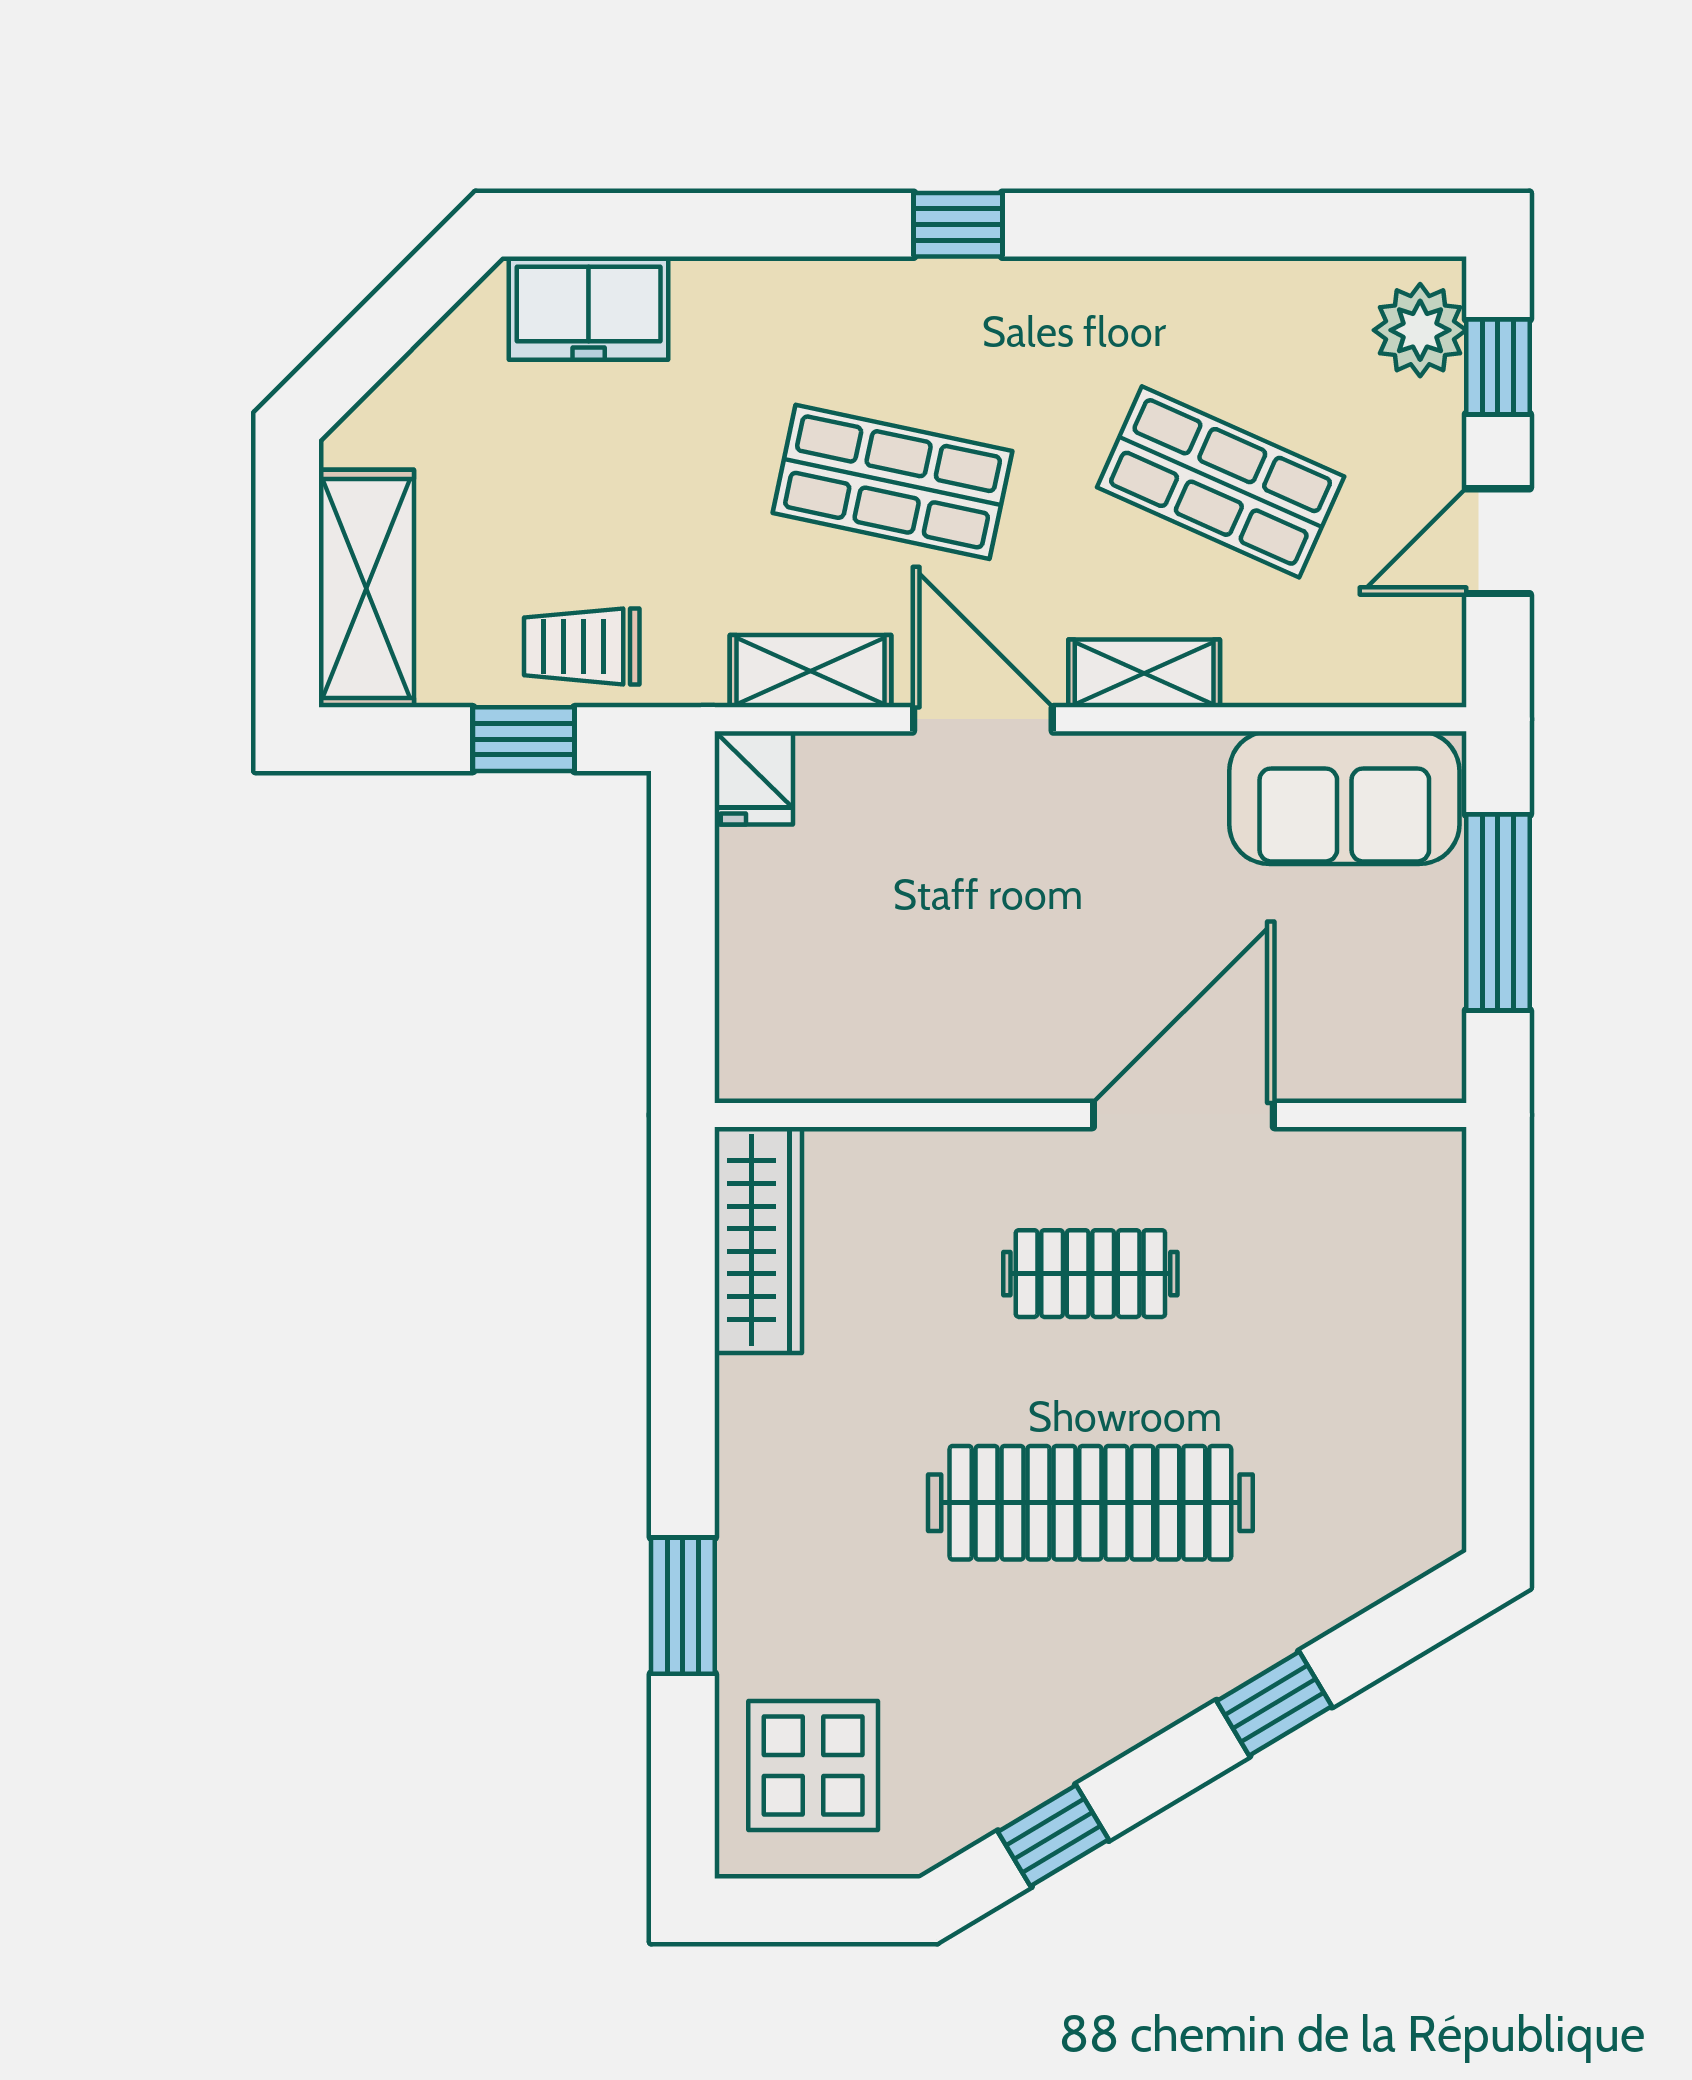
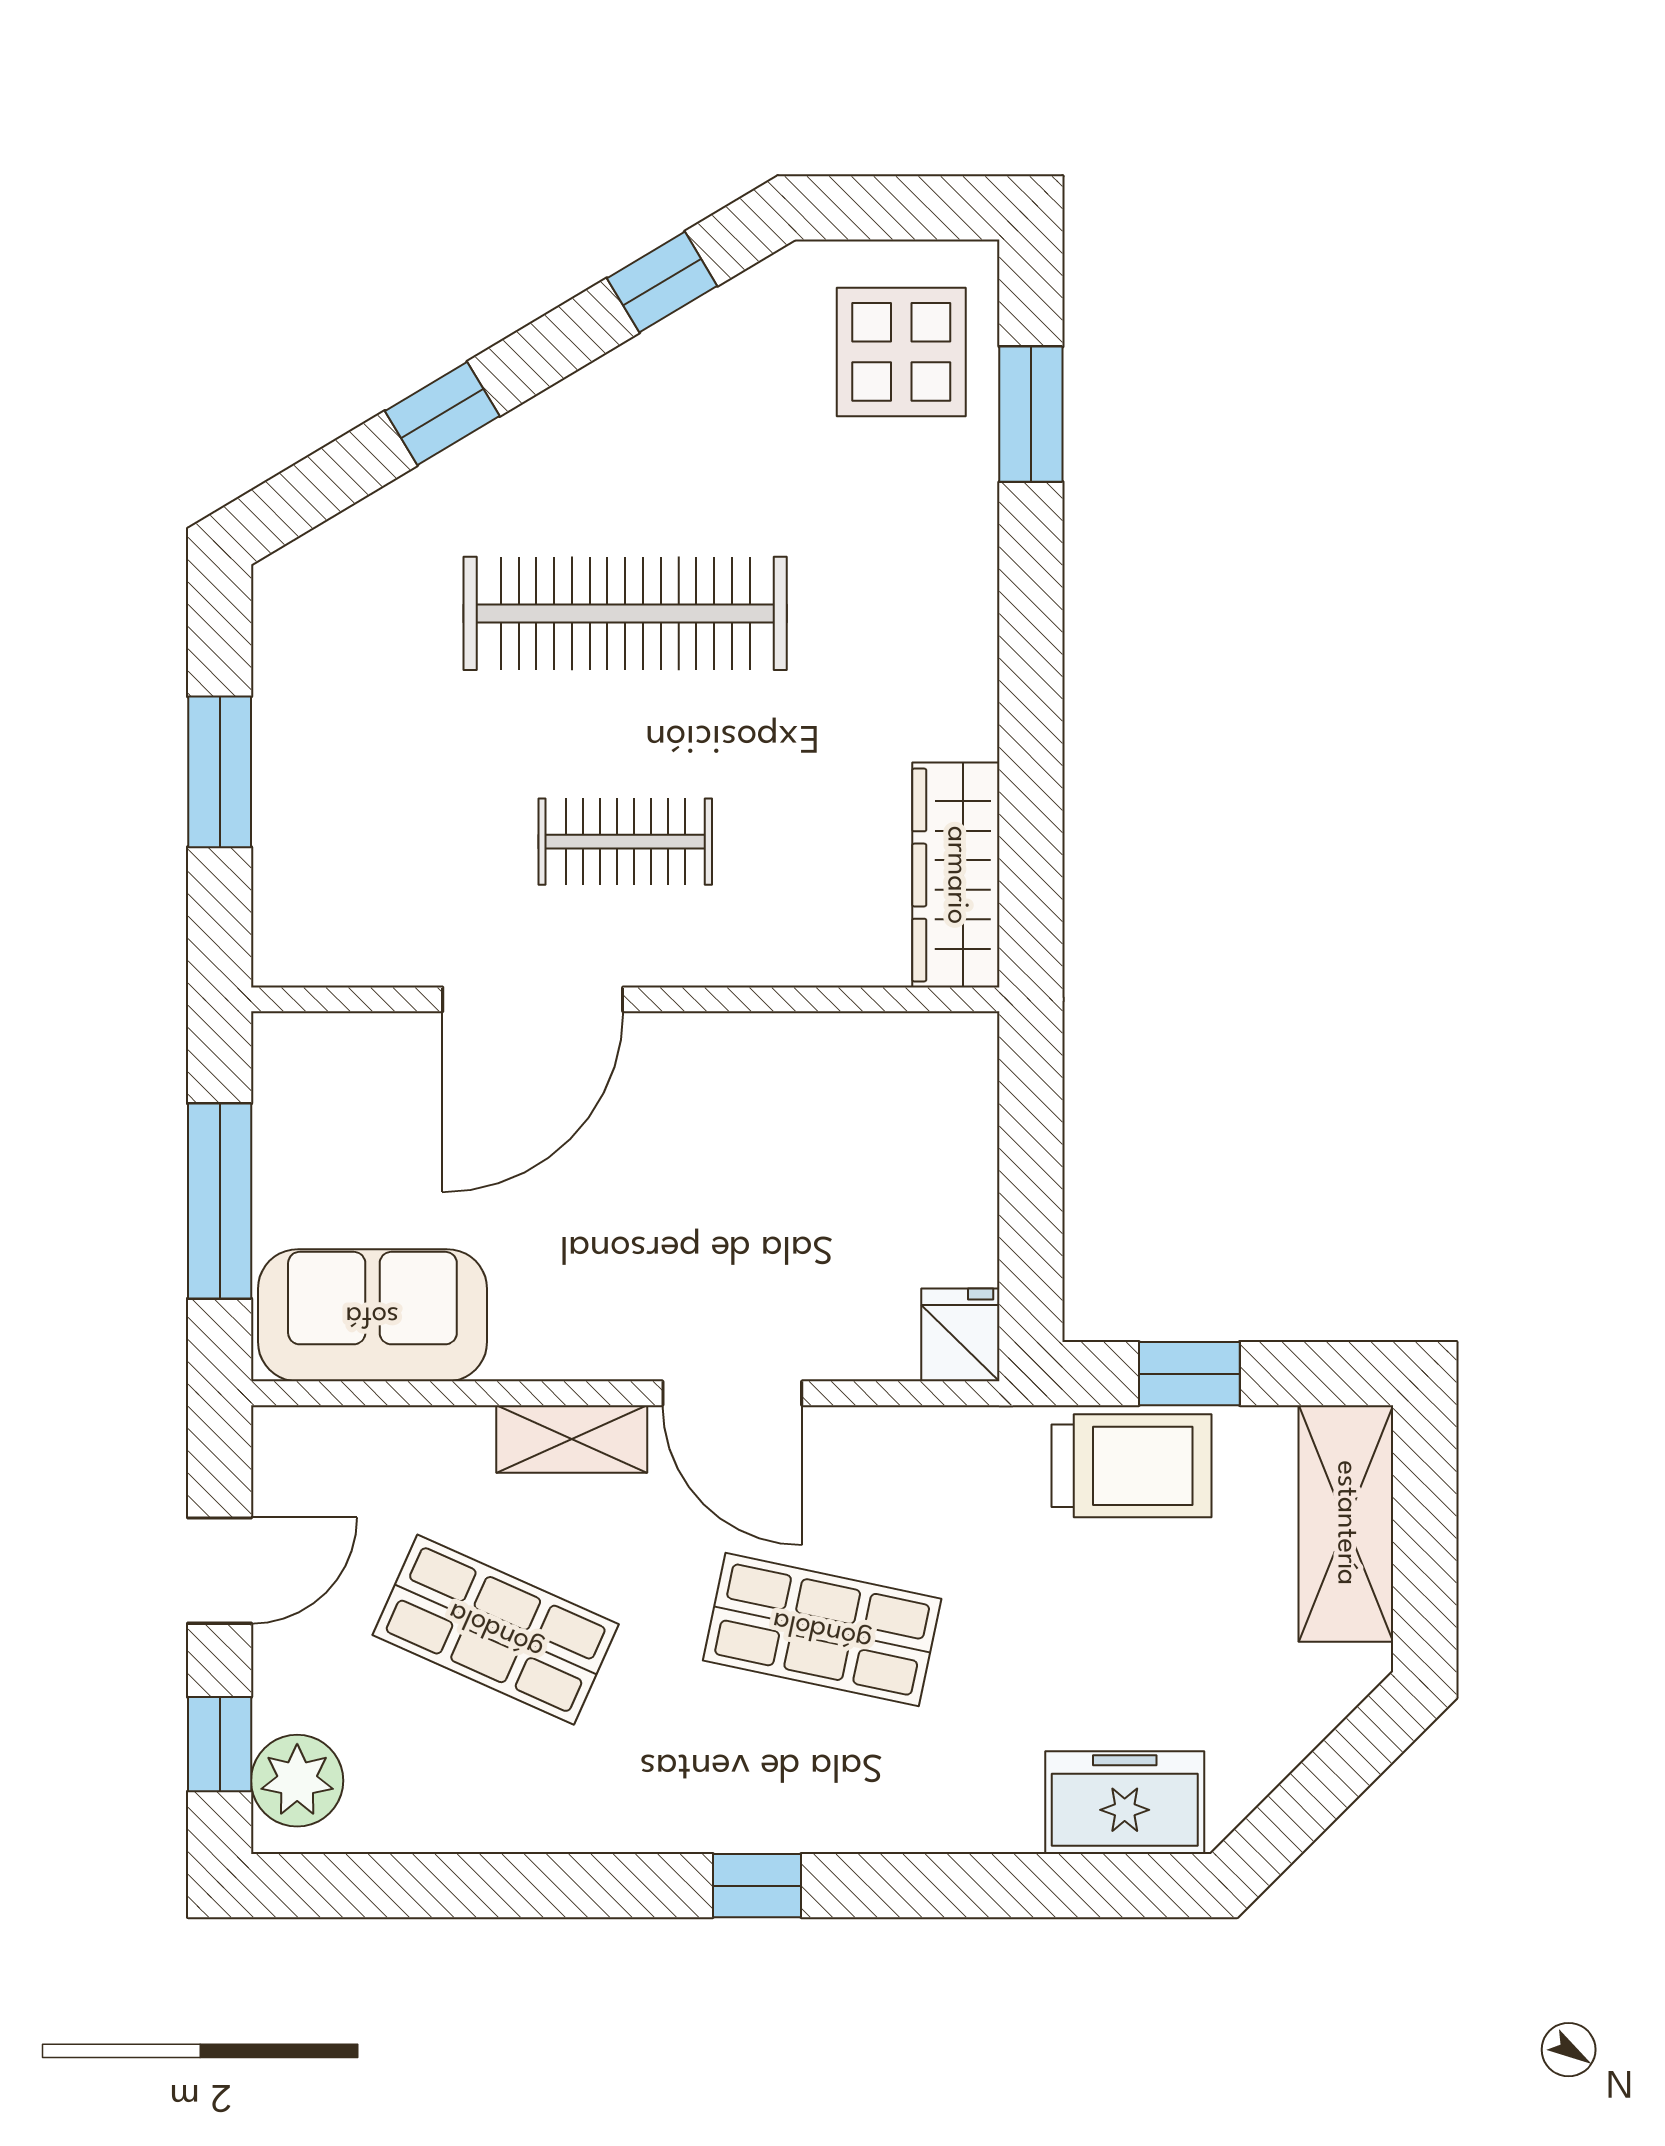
trolley: (582, 646) -> (1132, 1466), width x1.36, depth x1.39
shelving: (811, 671) -> (904, 1441), removed
window: (1498, 1344) -> (220, 772), added
window: (683, 1606) -> (1031, 414), moved

